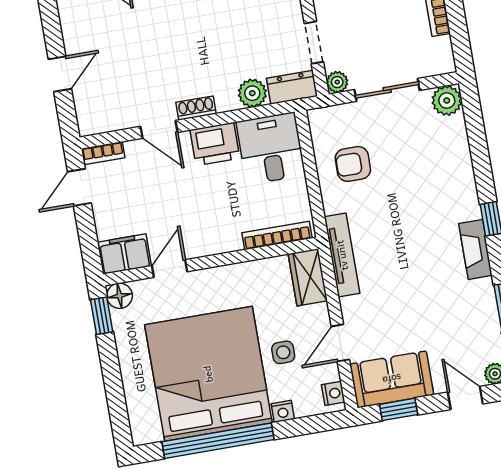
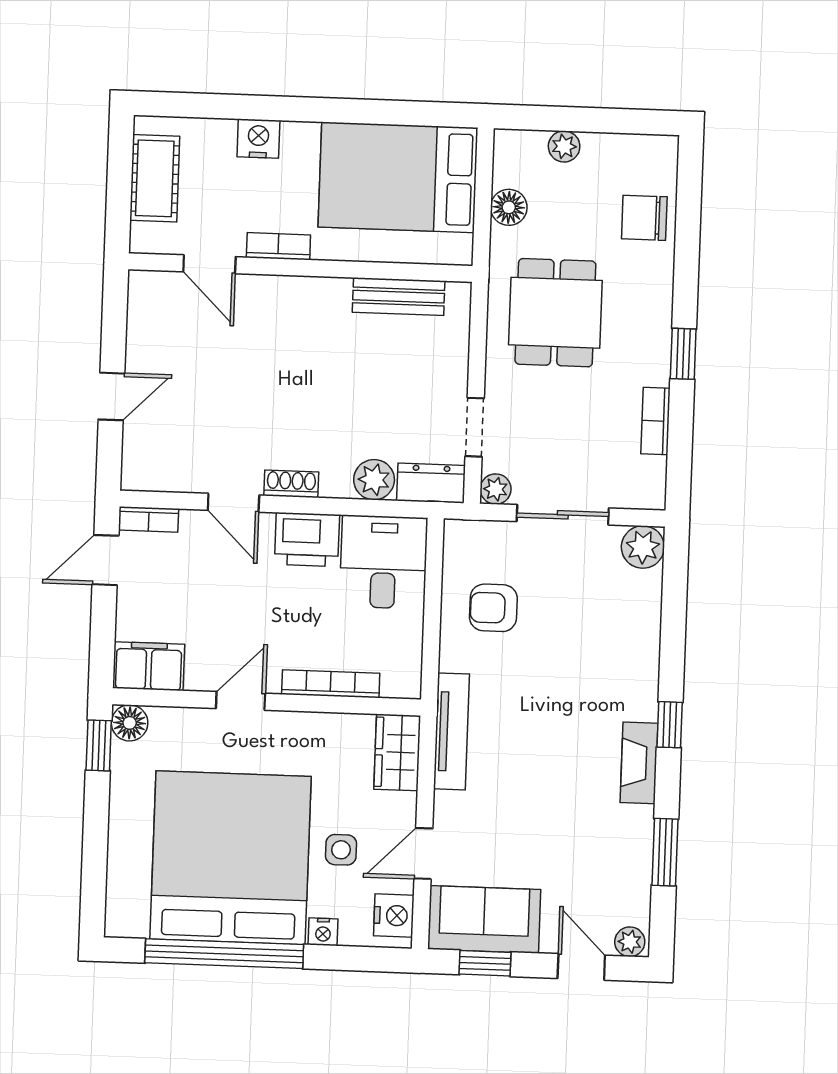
bookcase: (277, 236) -> (331, 684), moved
door: (170, 269) -> (241, 701), moved
nightstand: (333, 393) -> (394, 916), width x1.39, depth x1.35

